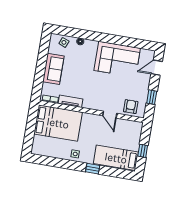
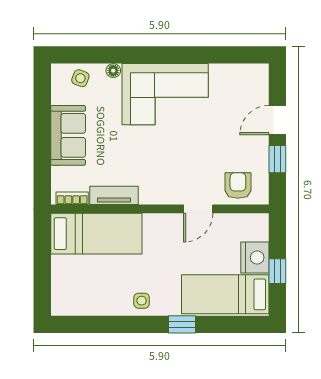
corner sofa: (117, 59) -> (165, 94), moved
door: (157, 68) -> (277, 120), moved
door: (110, 115) -> (198, 209), hinge flipped
bed: (58, 123) -> (96, 234), width x0.67
nightstand: (133, 142) -> (255, 257), added

